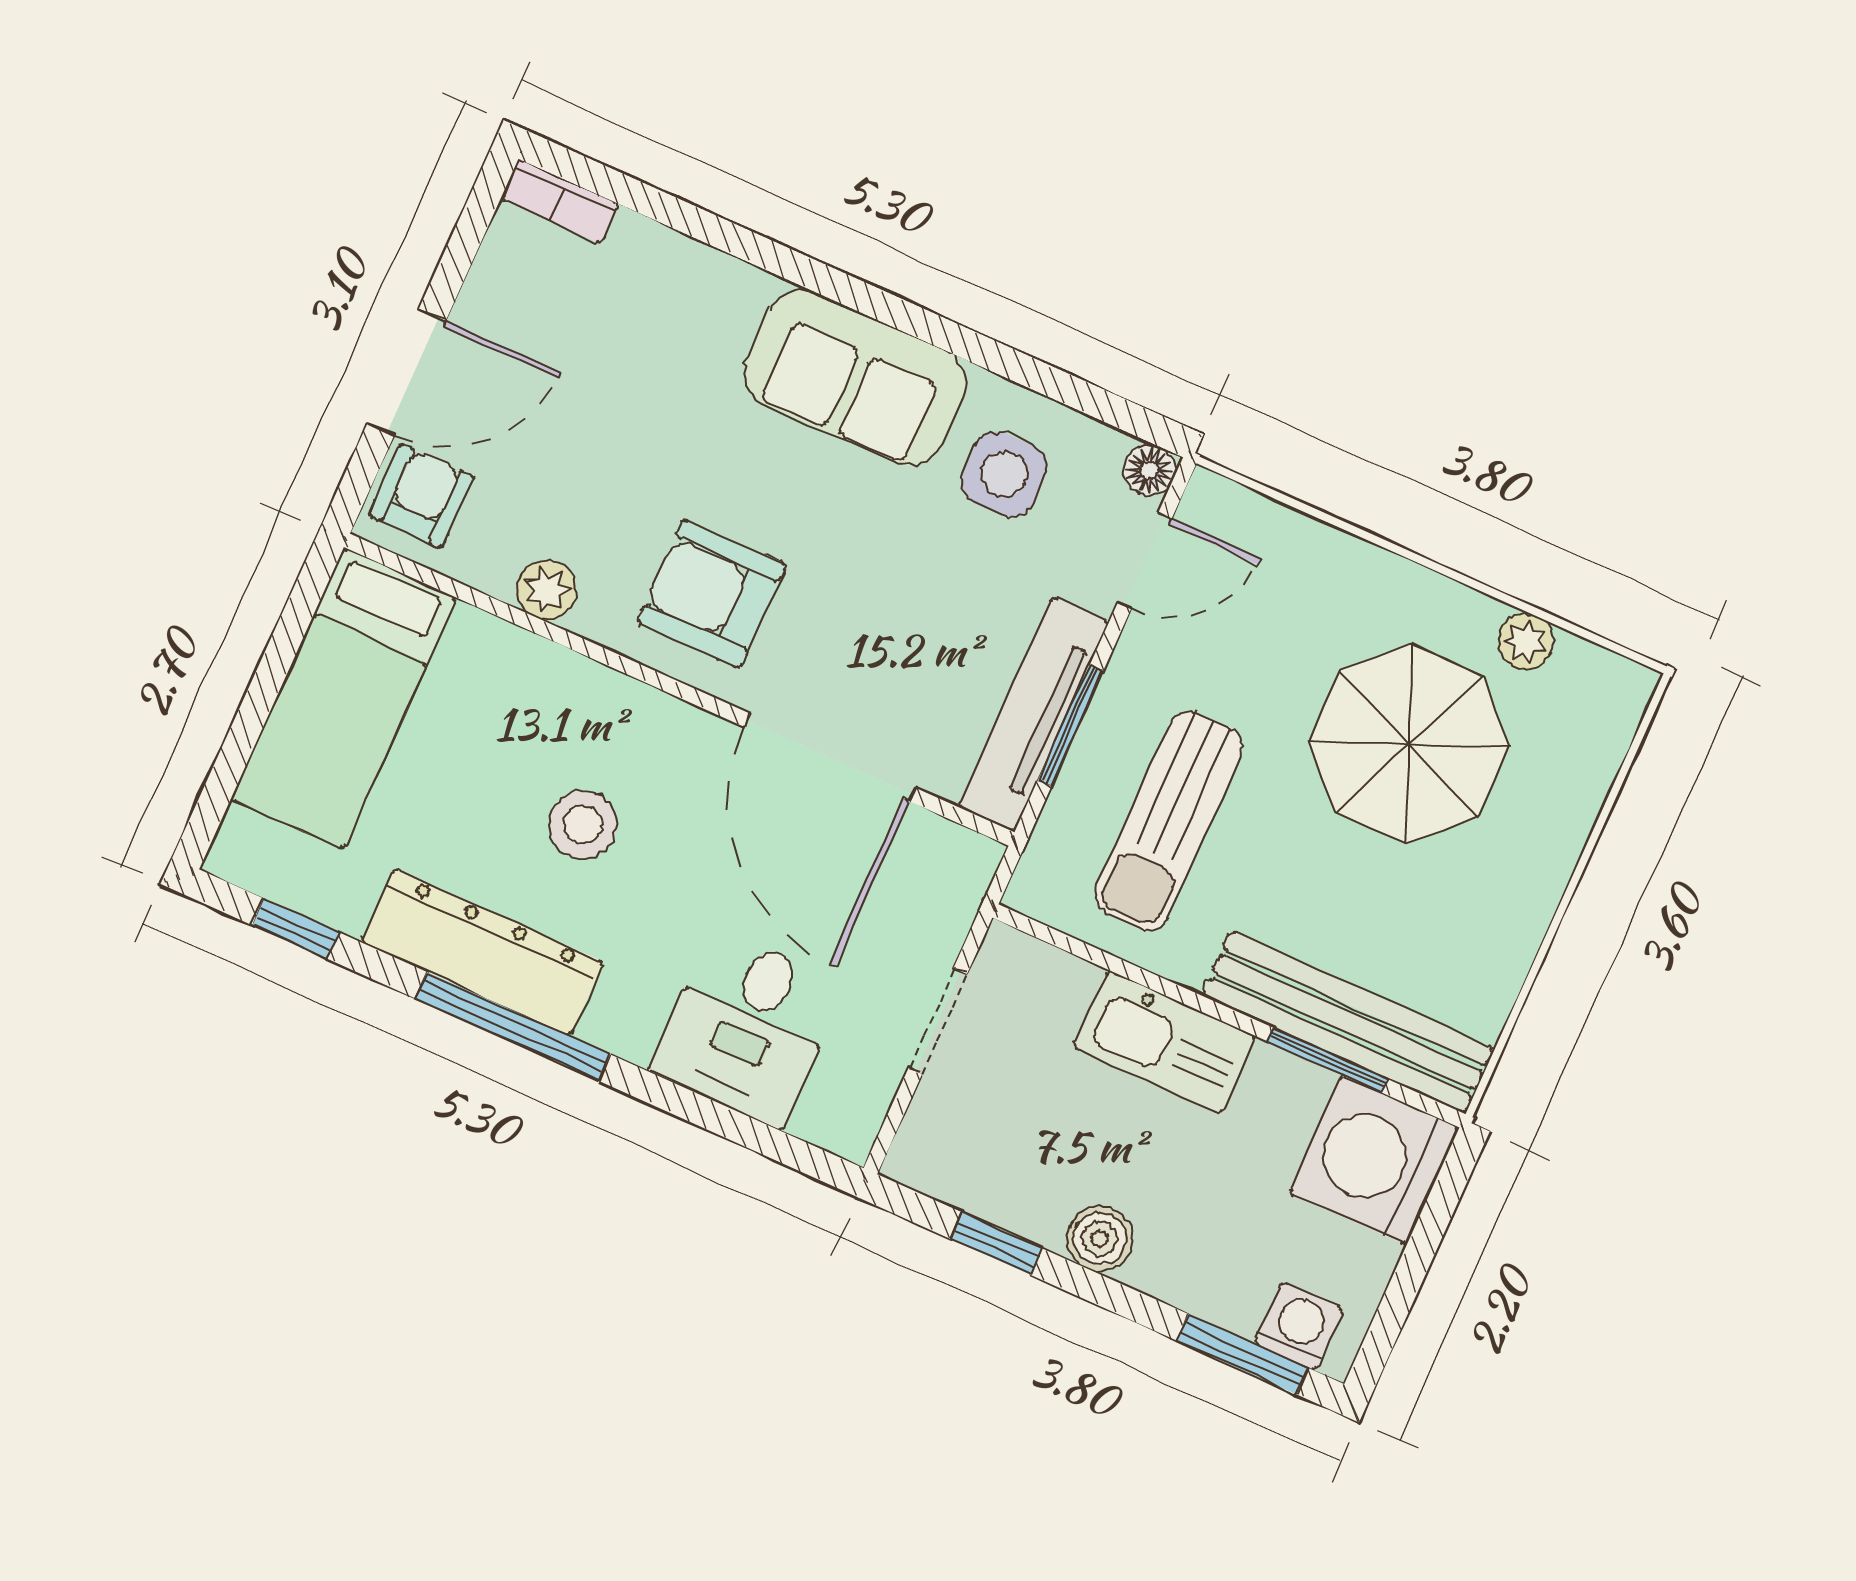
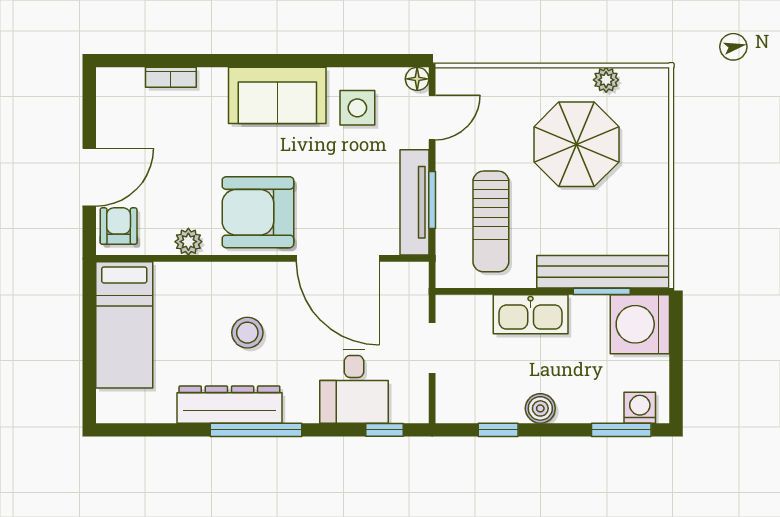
bookcase: (560, 201) -> (171, 77), moved
armchair: (712, 593) -> (258, 212), width x1.36, depth x1.36
window: (296, 929) -> (385, 430), moved

